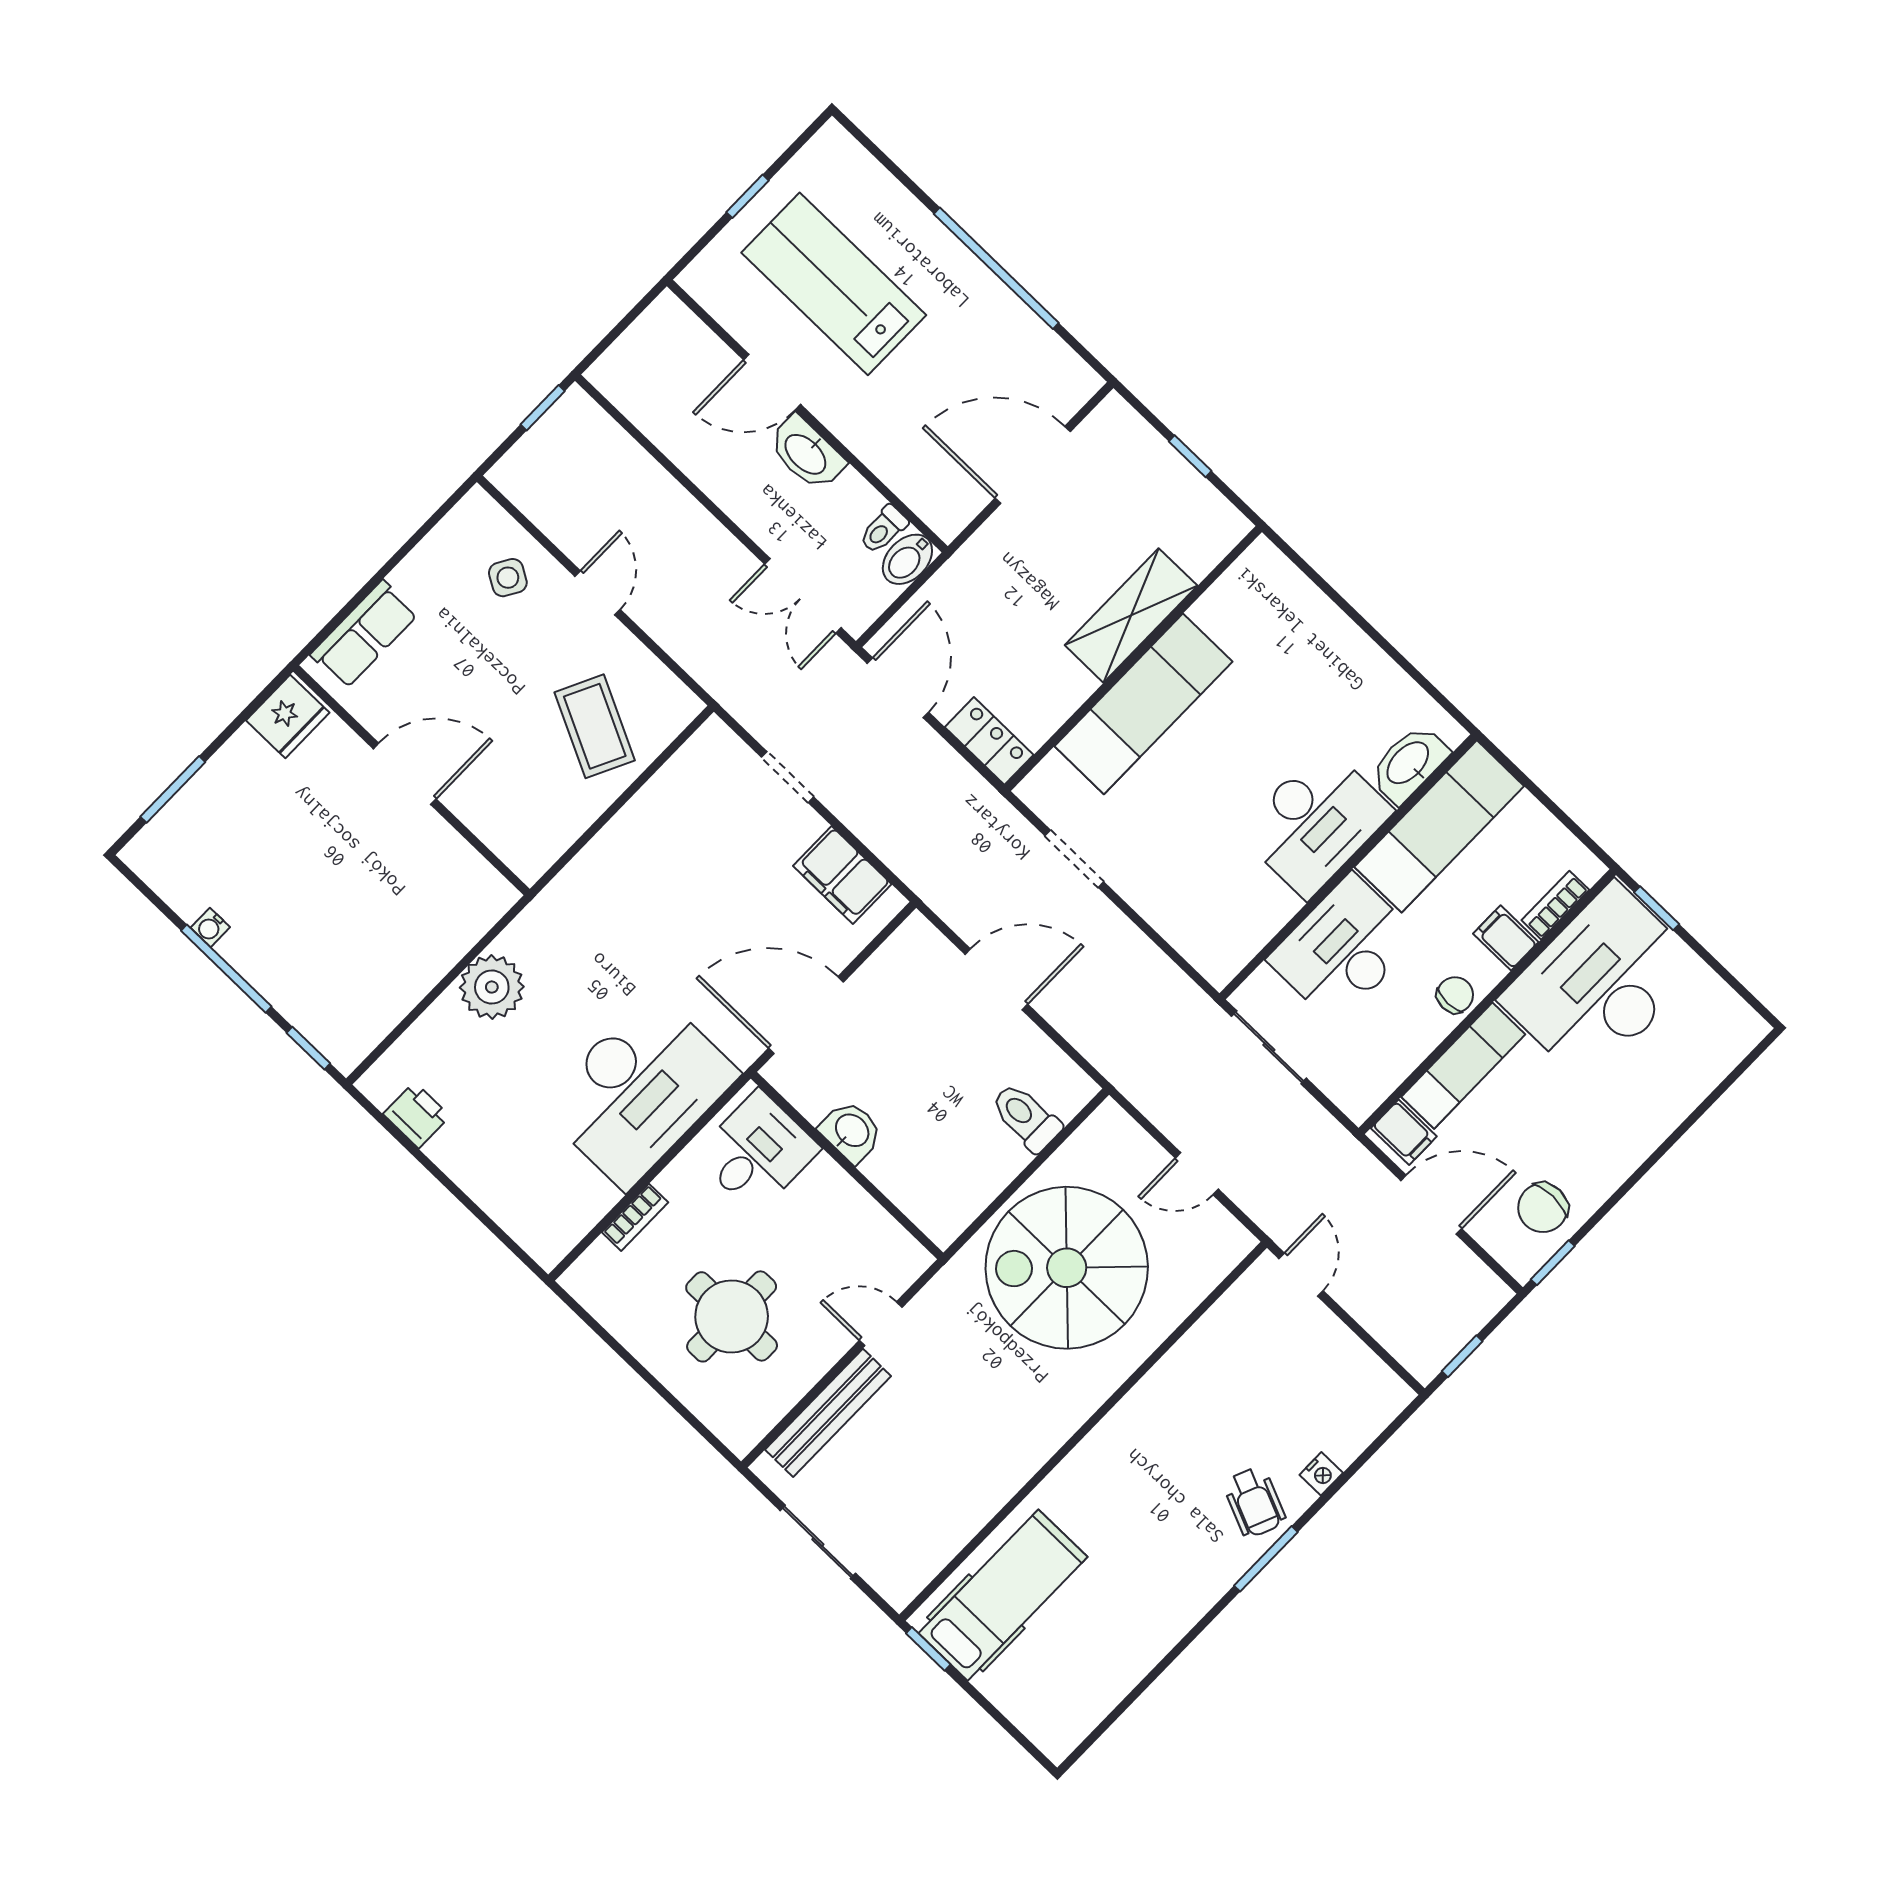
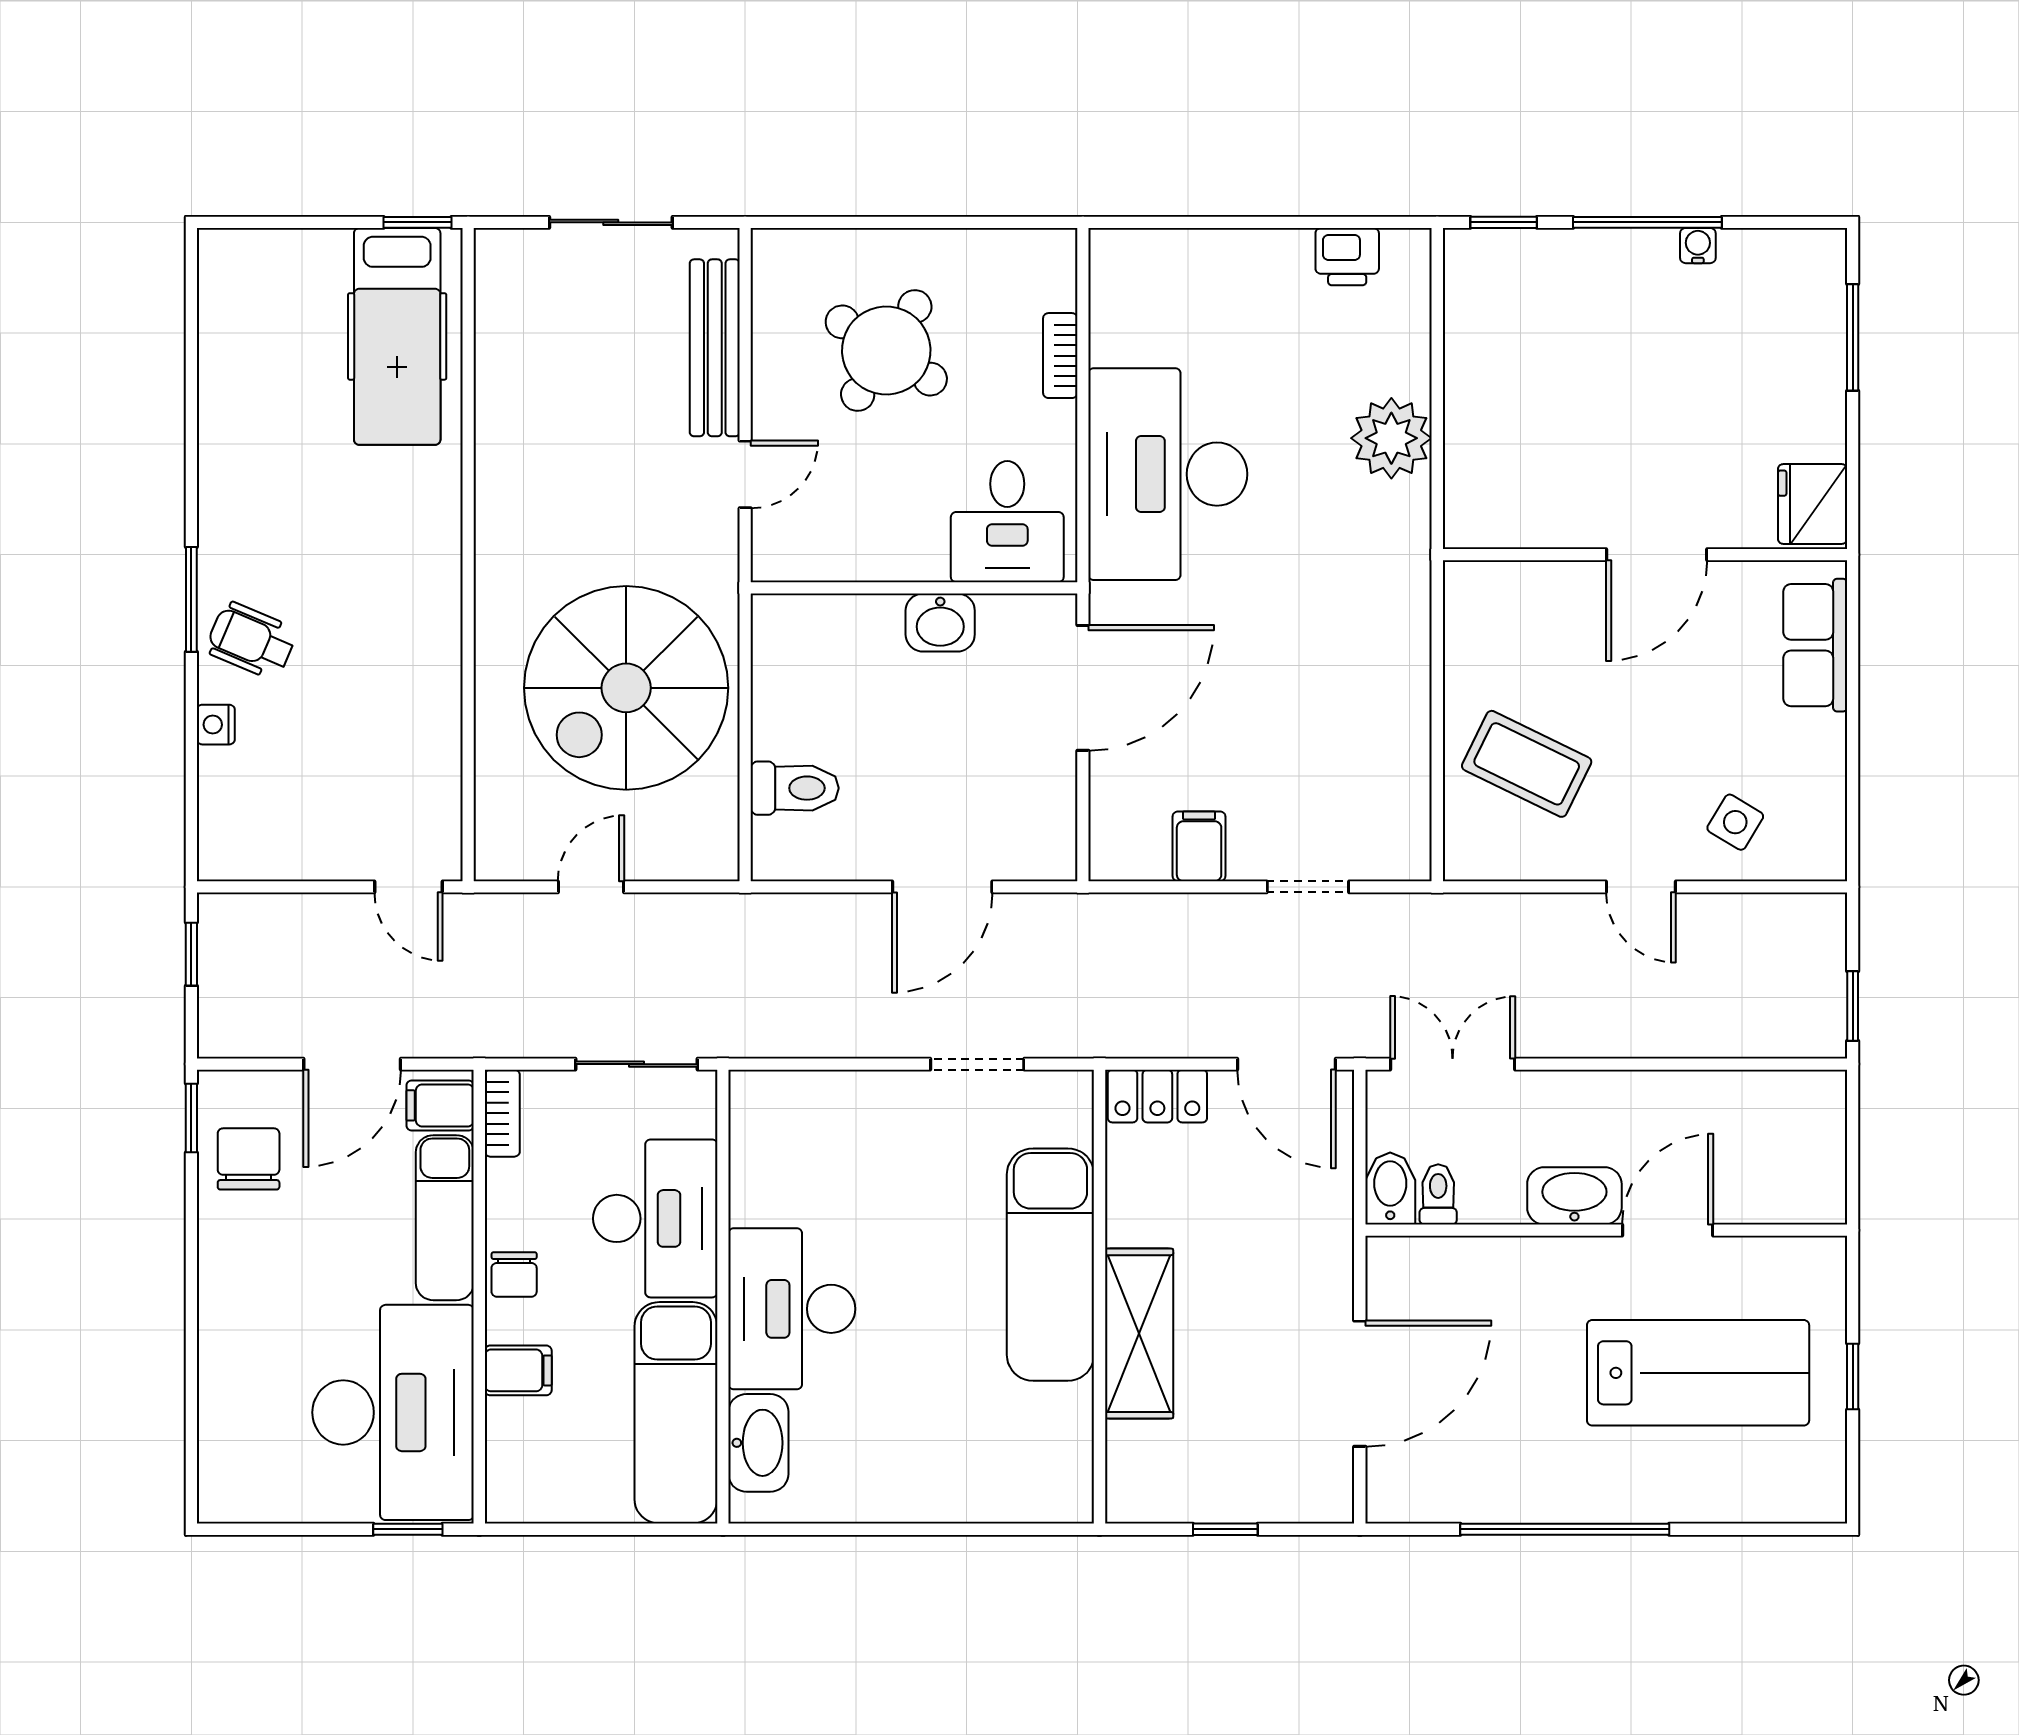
filing cabinet: (842, 875) -> (1199, 846), width x0.50
bookcase: (1555, 905) -> (502, 1113), moved
spiral stairs: (1067, 1268) -> (626, 688), turned 180
round table: (732, 1316) -> (886, 351), turned 33

